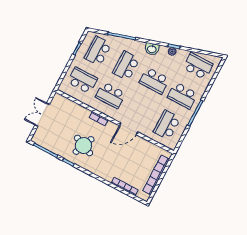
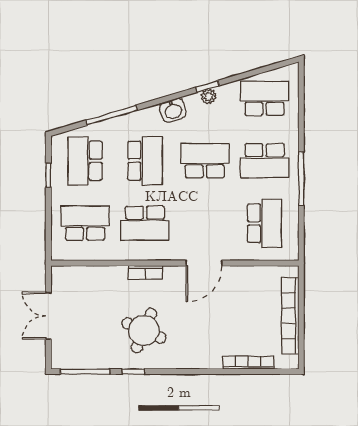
school desk: (126, 66) -> (145, 161), turned 180
school desk: (154, 81) -> (205, 161), turned 180
school desk: (167, 125) -> (265, 223), turned 180

